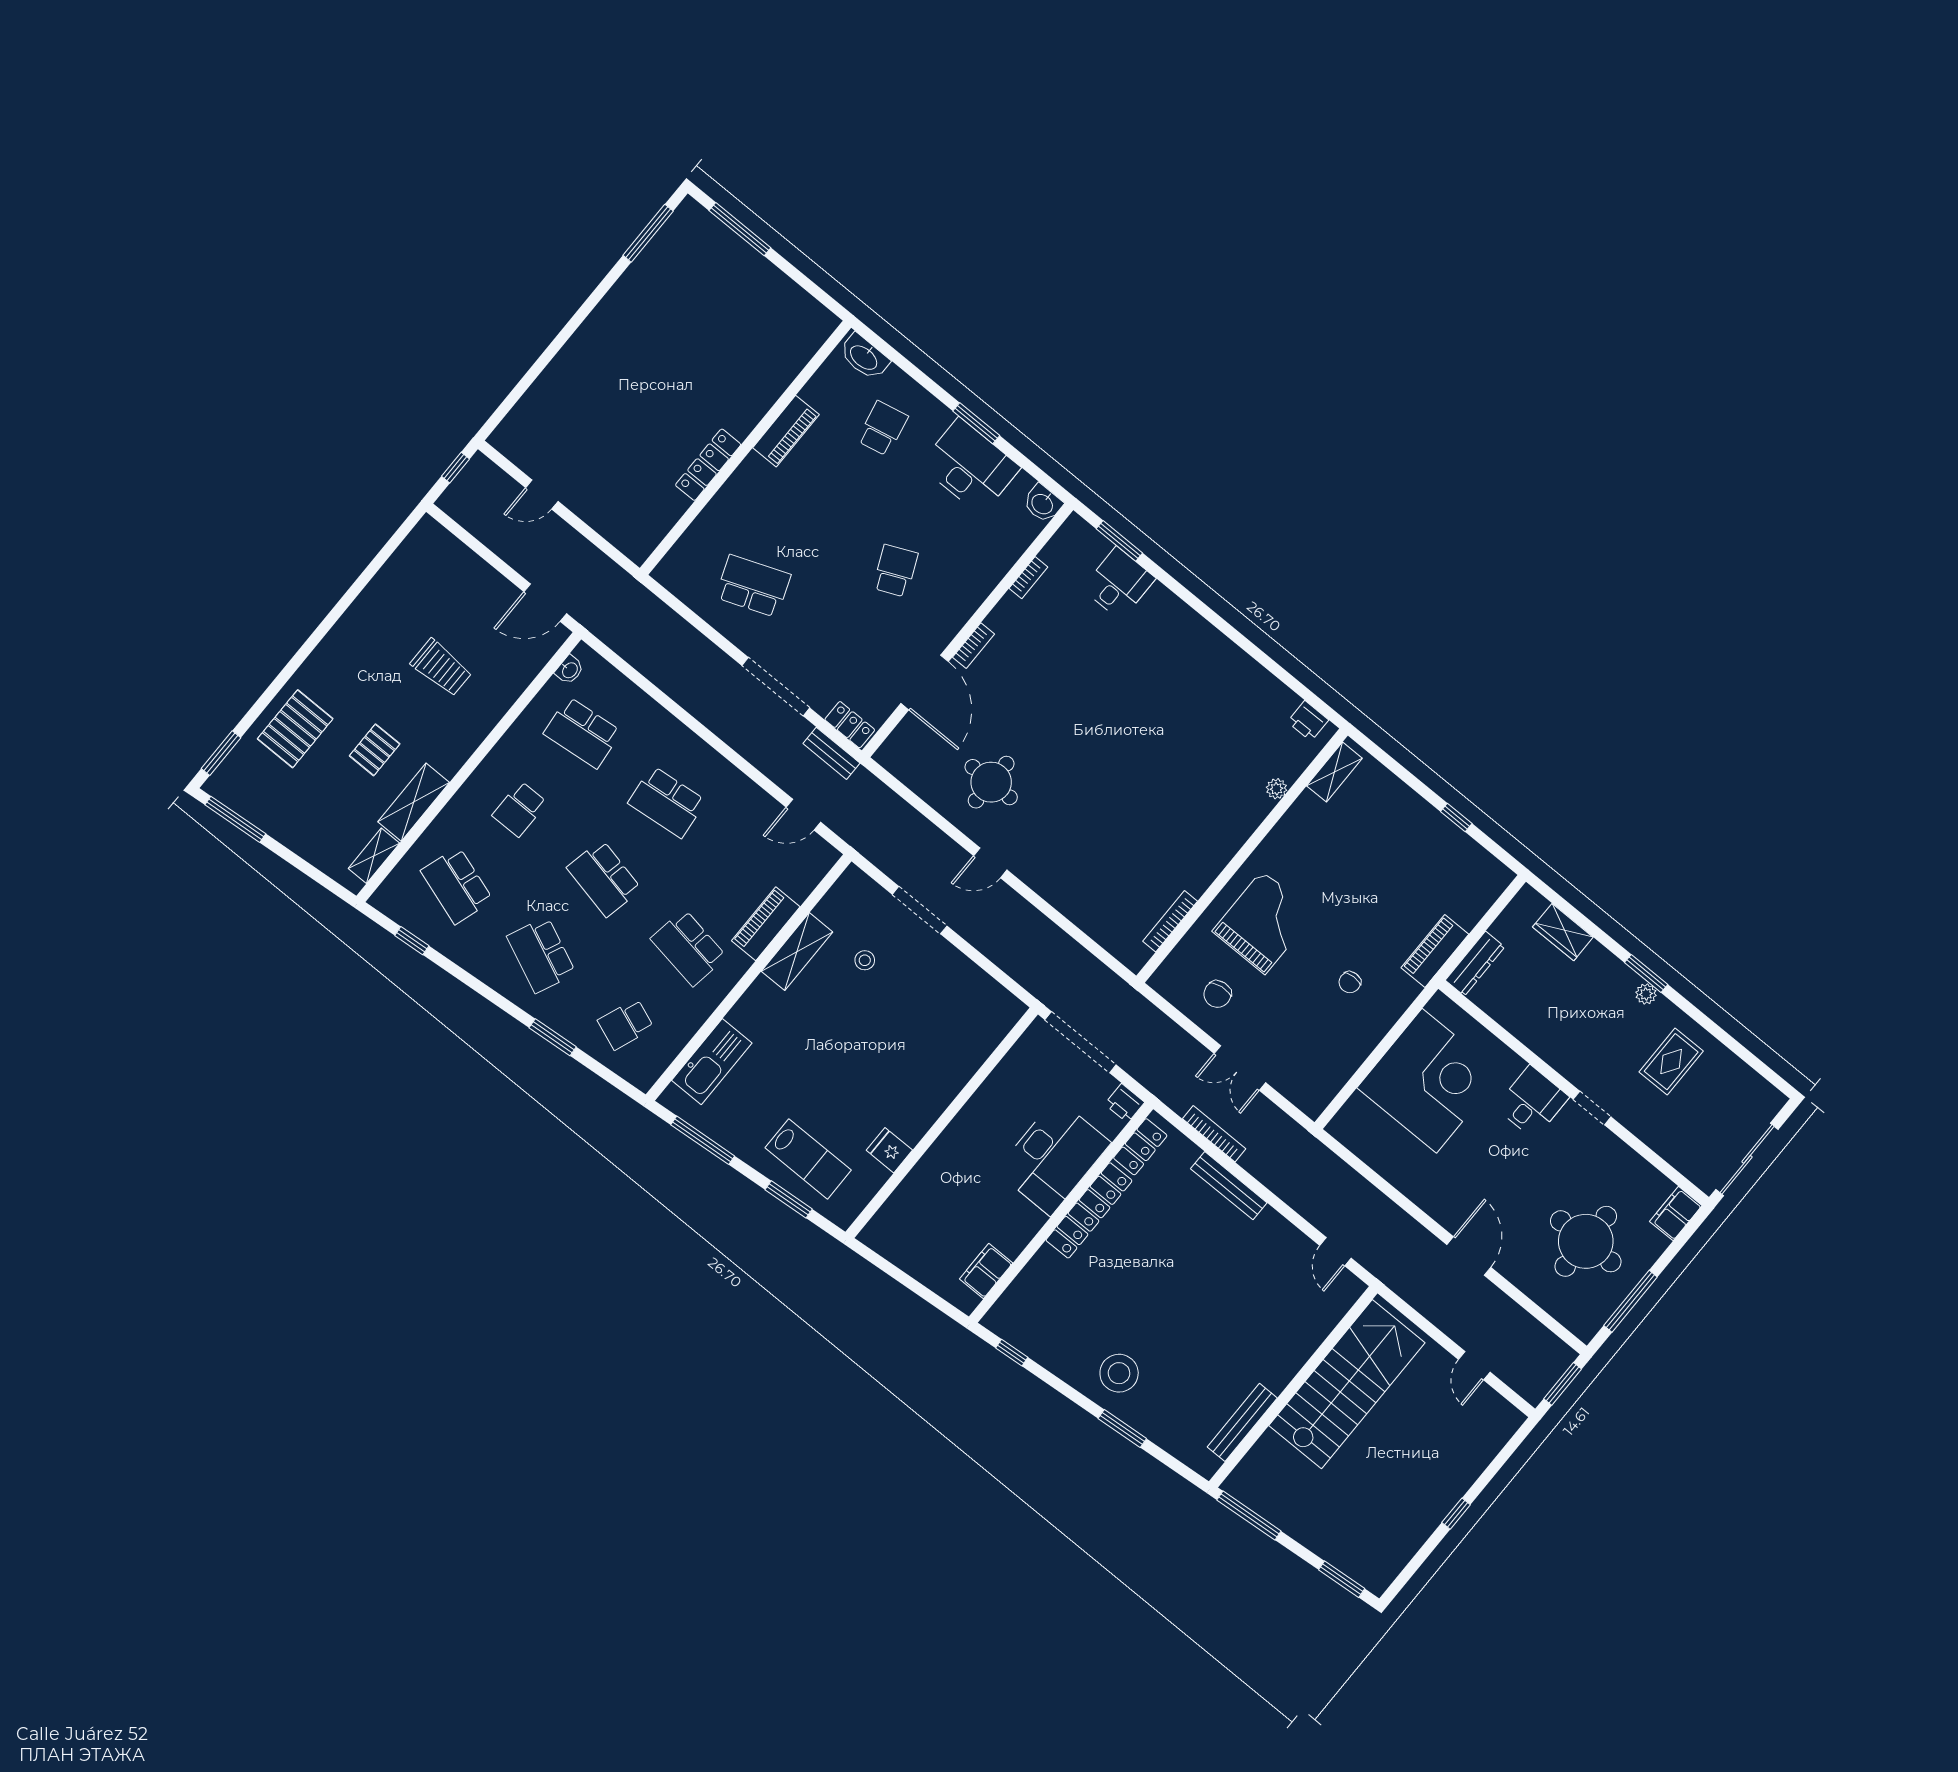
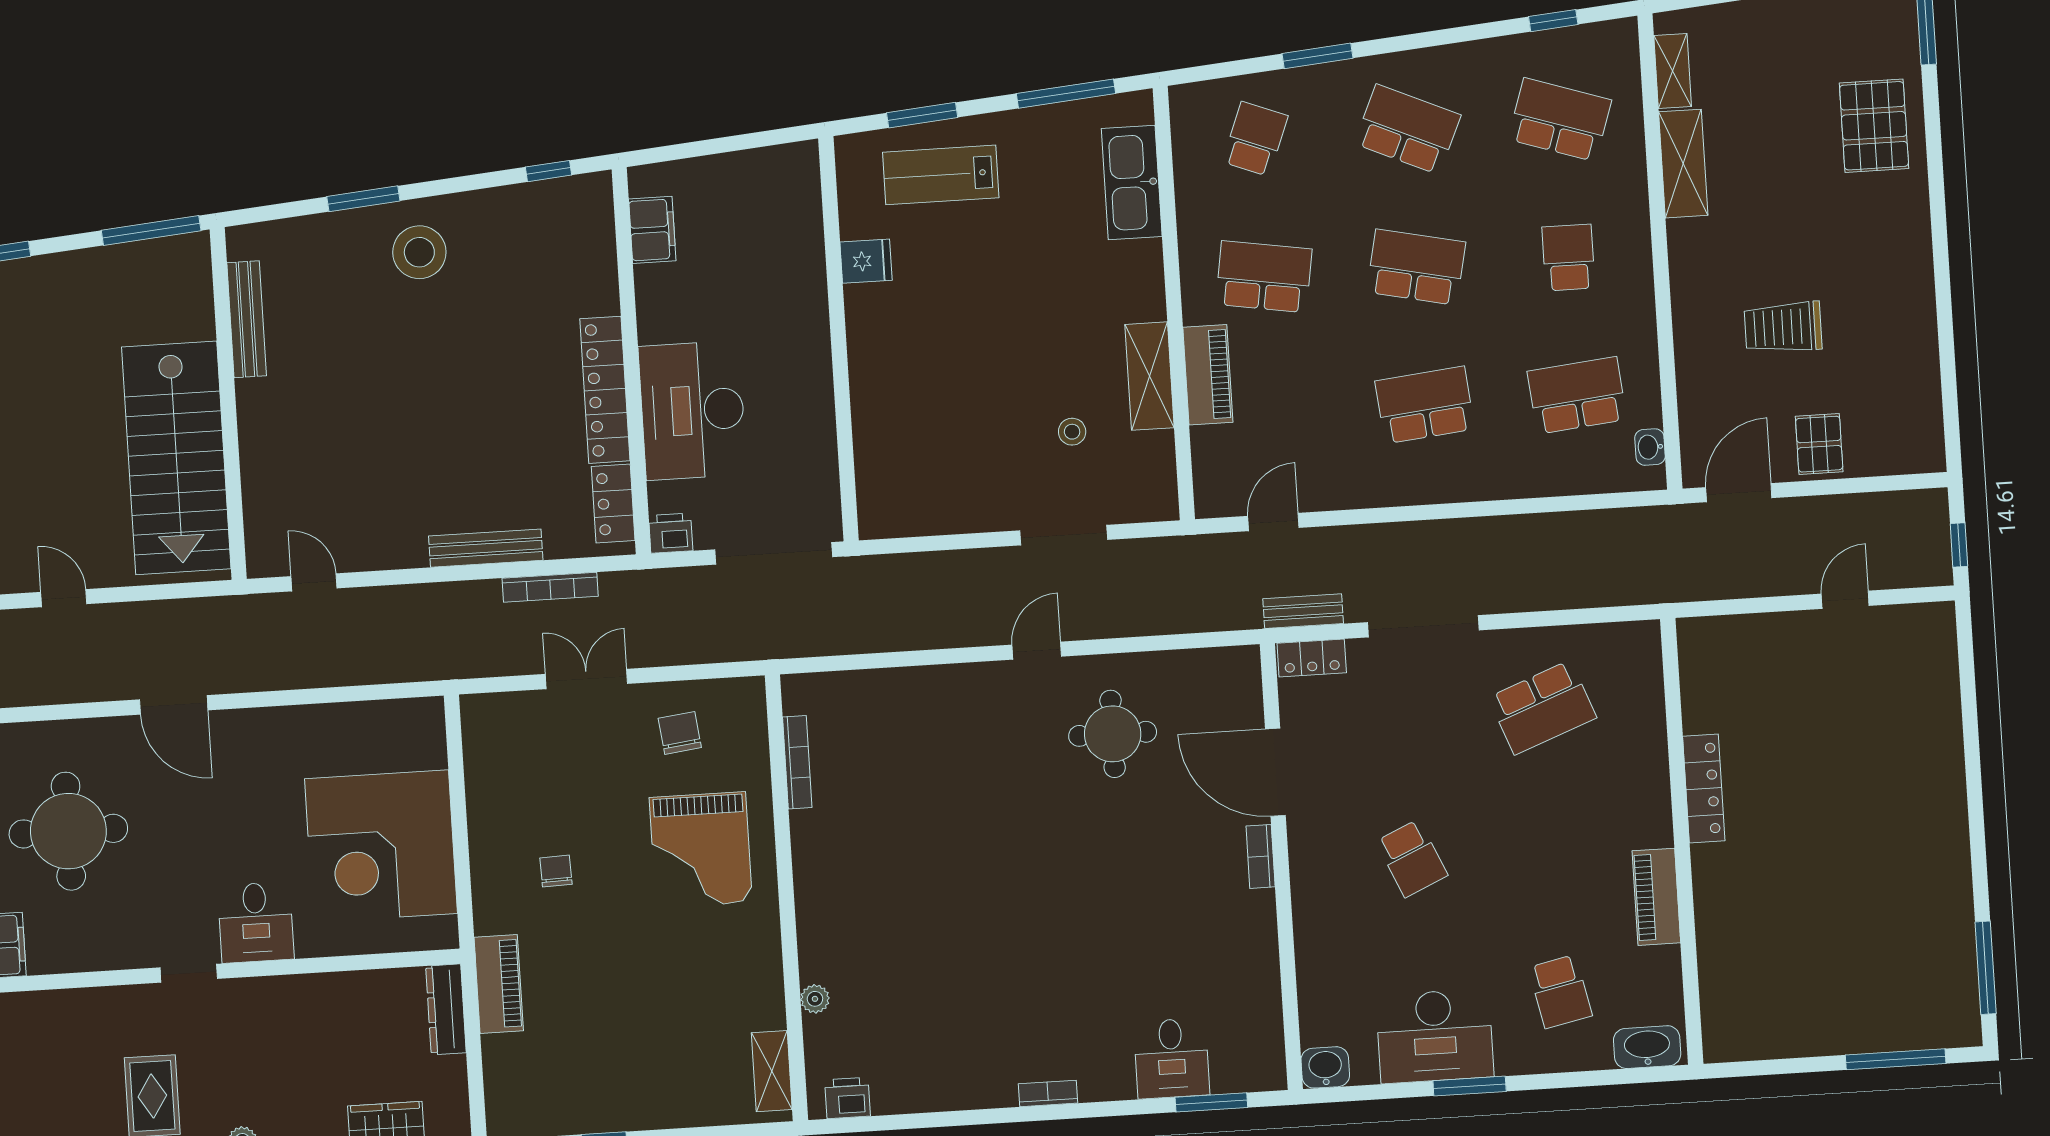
bookcase: (1028, 578) -> (1048, 1093), moved, turned 90
pallet: (375, 750) -> (1819, 444), moved

